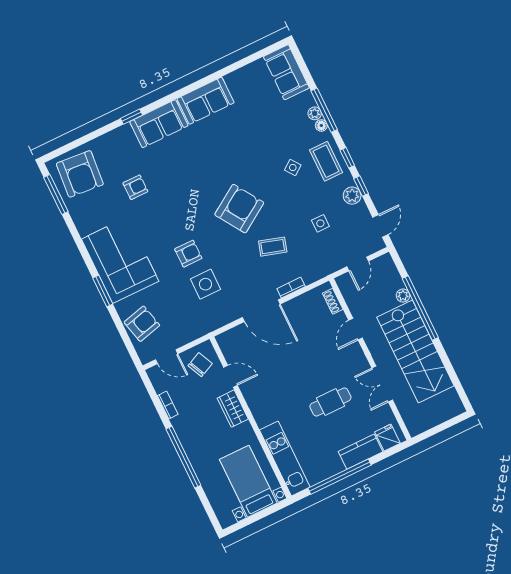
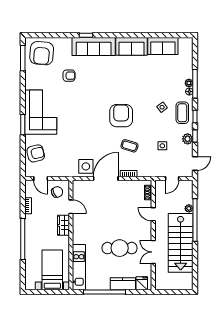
sofa: (286, 72) -> (163, 46), moved, turned -90
sofa: (159, 124) -> (94, 47), width x1.36
armchair: (239, 209) -> (121, 116), turned -57
armchair: (188, 254) -> (81, 127), removed
side table: (205, 284) -> (86, 166), moved
door: (261, 311) -> (106, 178), swing flipped
door: (356, 329) -> (153, 214), hinge flipped
cafe table: (330, 402) -> (120, 248), width x1.37, depth x1.35

